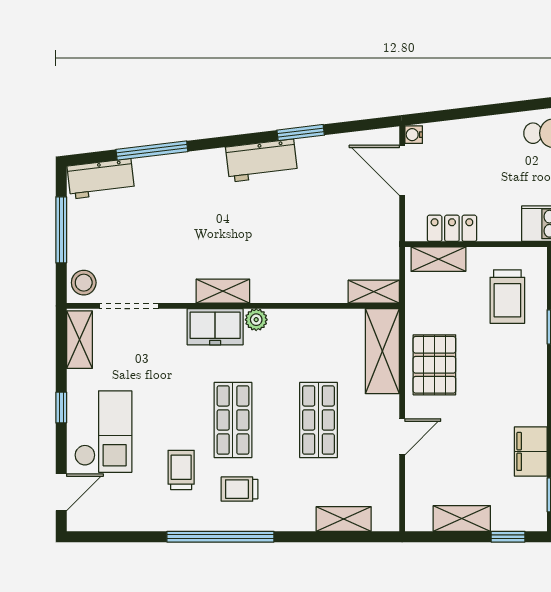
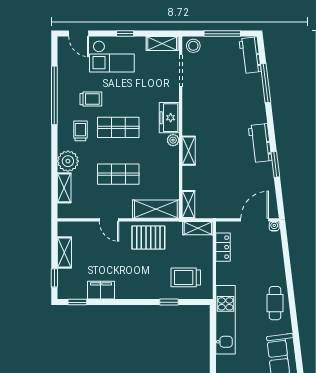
shelving: (438, 259) -> (198, 228), moved, turned 90
shelving: (223, 291) -> (189, 151), moved
plant: (295, 512) -> (68, 161), added
window: (220, 537) -> (54, 95), moved

